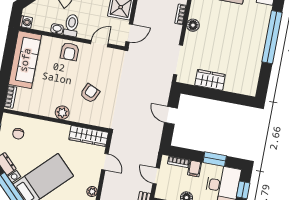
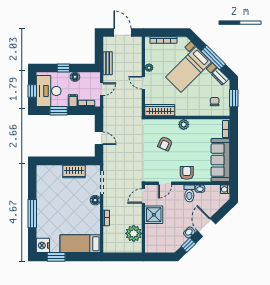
floor lamp: (193, 25) -> (95, 200), moved
window: (272, 37) -> (32, 214), width x0.68
door: (105, 162) -> (143, 83), moved
door: (156, 176) -> (102, 89), hinge flipped

